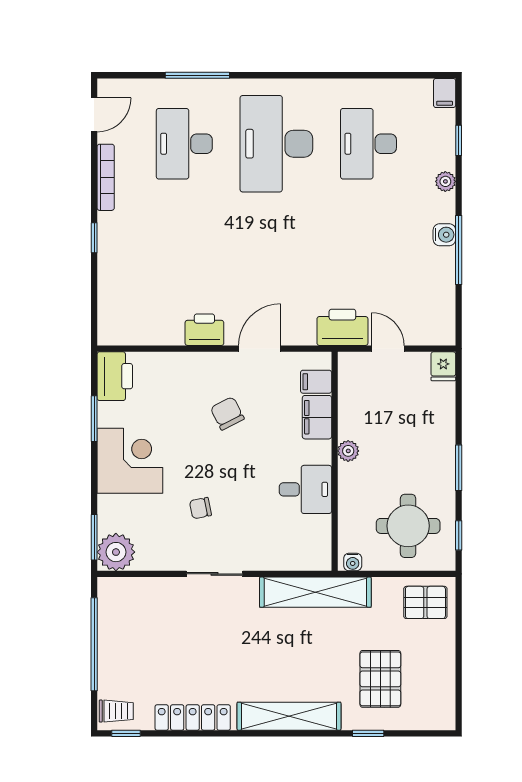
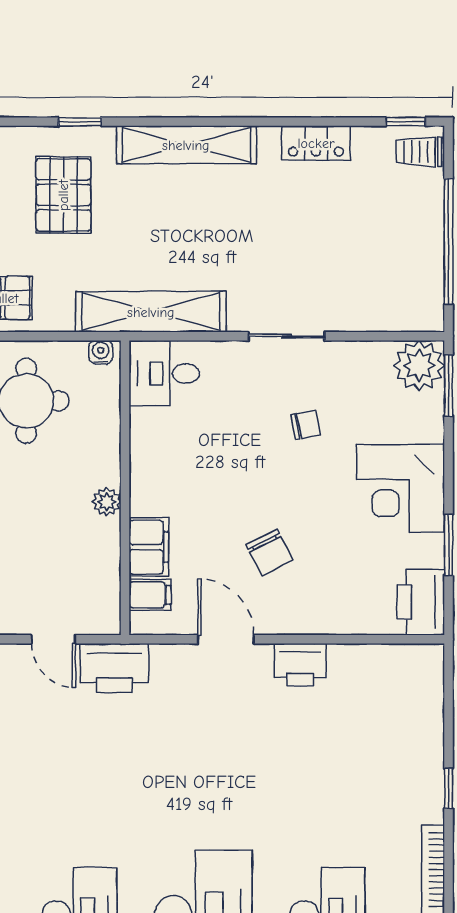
door: (260, 349) -> (226, 639), swing flipped
desk: (305, 489) -> (164, 373), moved
locker: (193, 718) -> (316, 143), width x0.66

